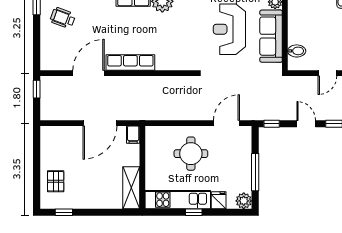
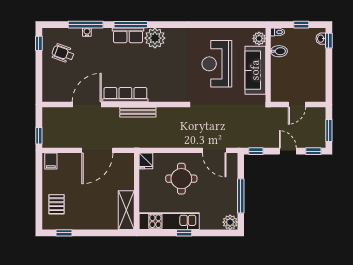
bidet: (297, 51) -> (279, 51), moved
door: (327, 73) -> (297, 104), moved
bench: (144, 81) -> (138, 112), added
window: (37, 89) -> (39, 136), moved
door: (226, 123) -> (214, 150), swing flipped
filing cabinet: (133, 135) -> (51, 161), moved
fridge: (219, 200) -> (146, 161), moved, turned 180

